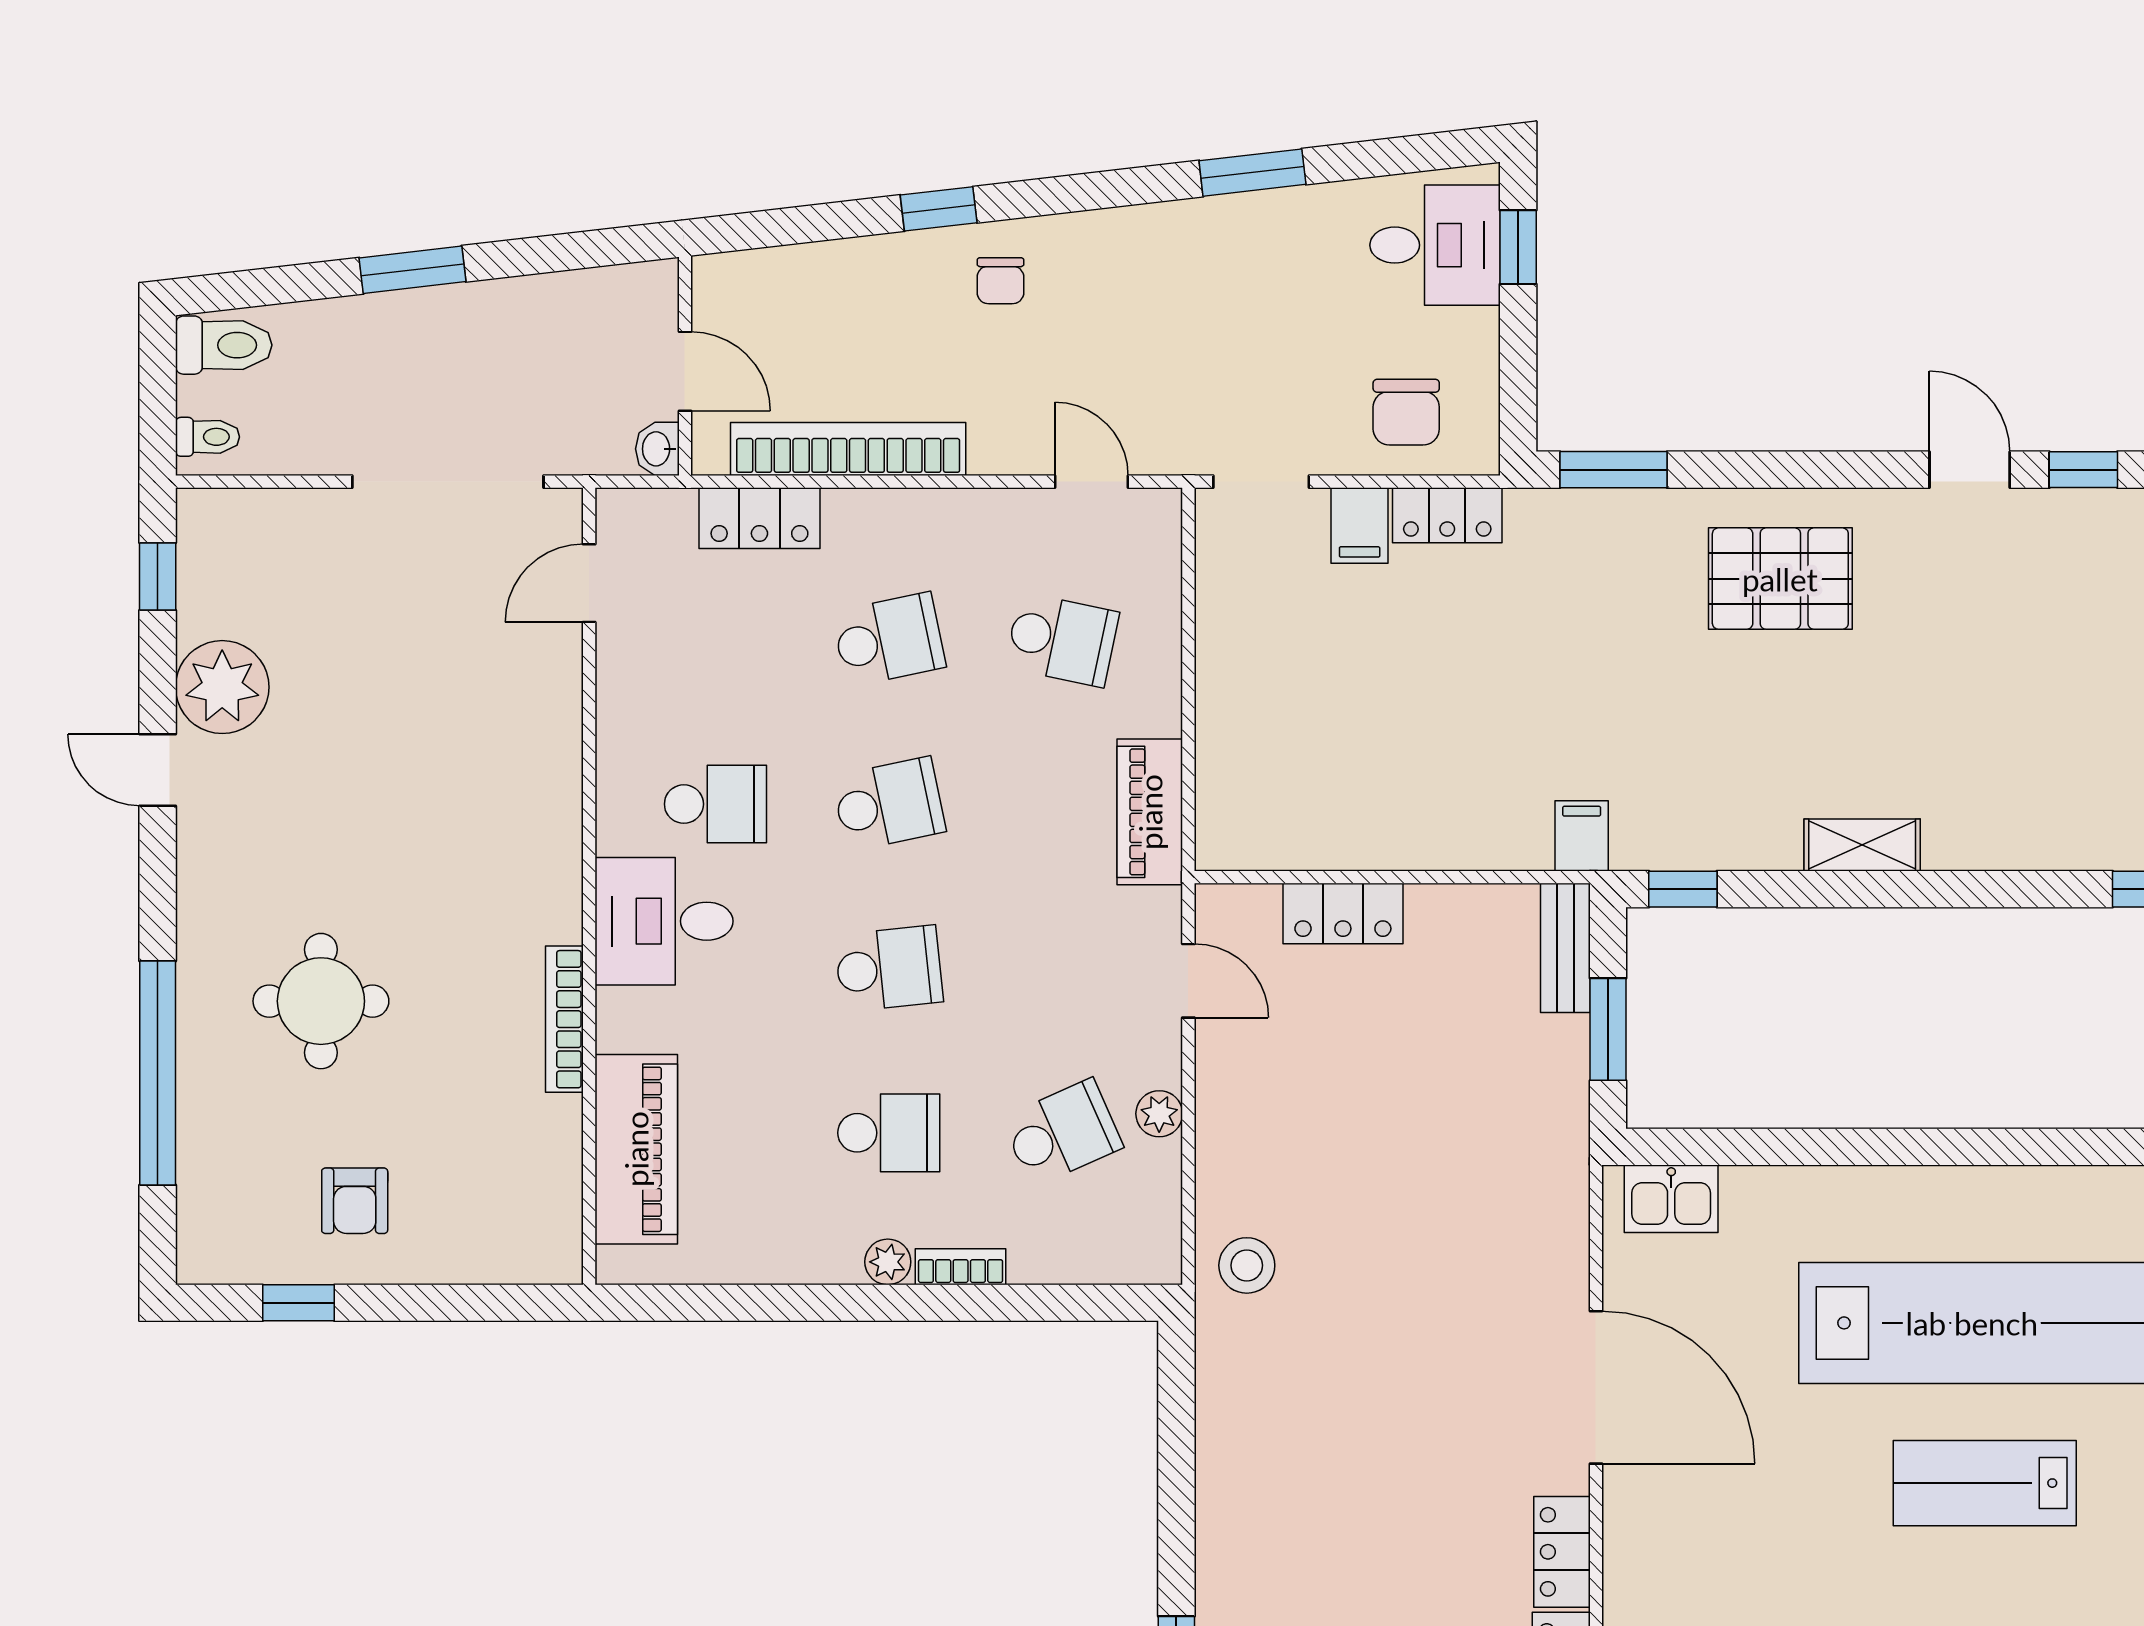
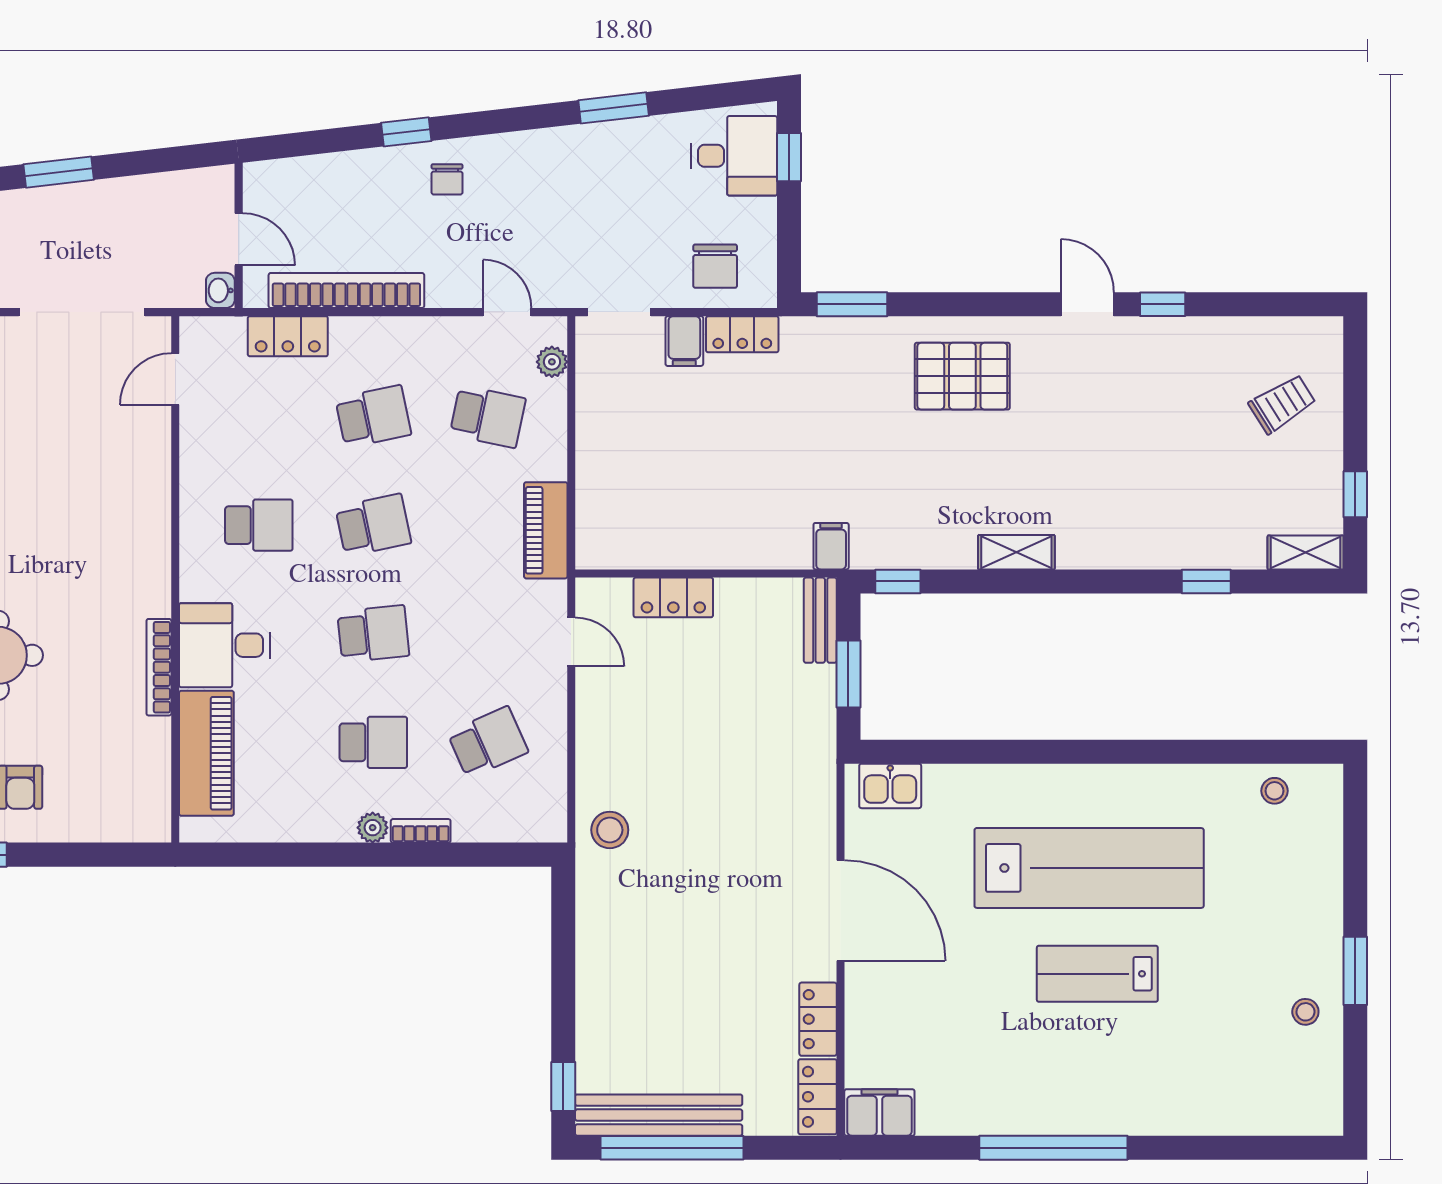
desk: (664, 921) -> (225, 645), moved
plant: (1159, 1114) -> (552, 362), moved

